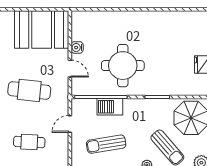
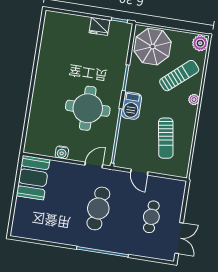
booth: (42, 30) -> (33, 178), width x0.73, depth x0.70
door: (70, 69) -> (94, 165), moved
barbecue: (110, 107) -> (131, 106), moved

